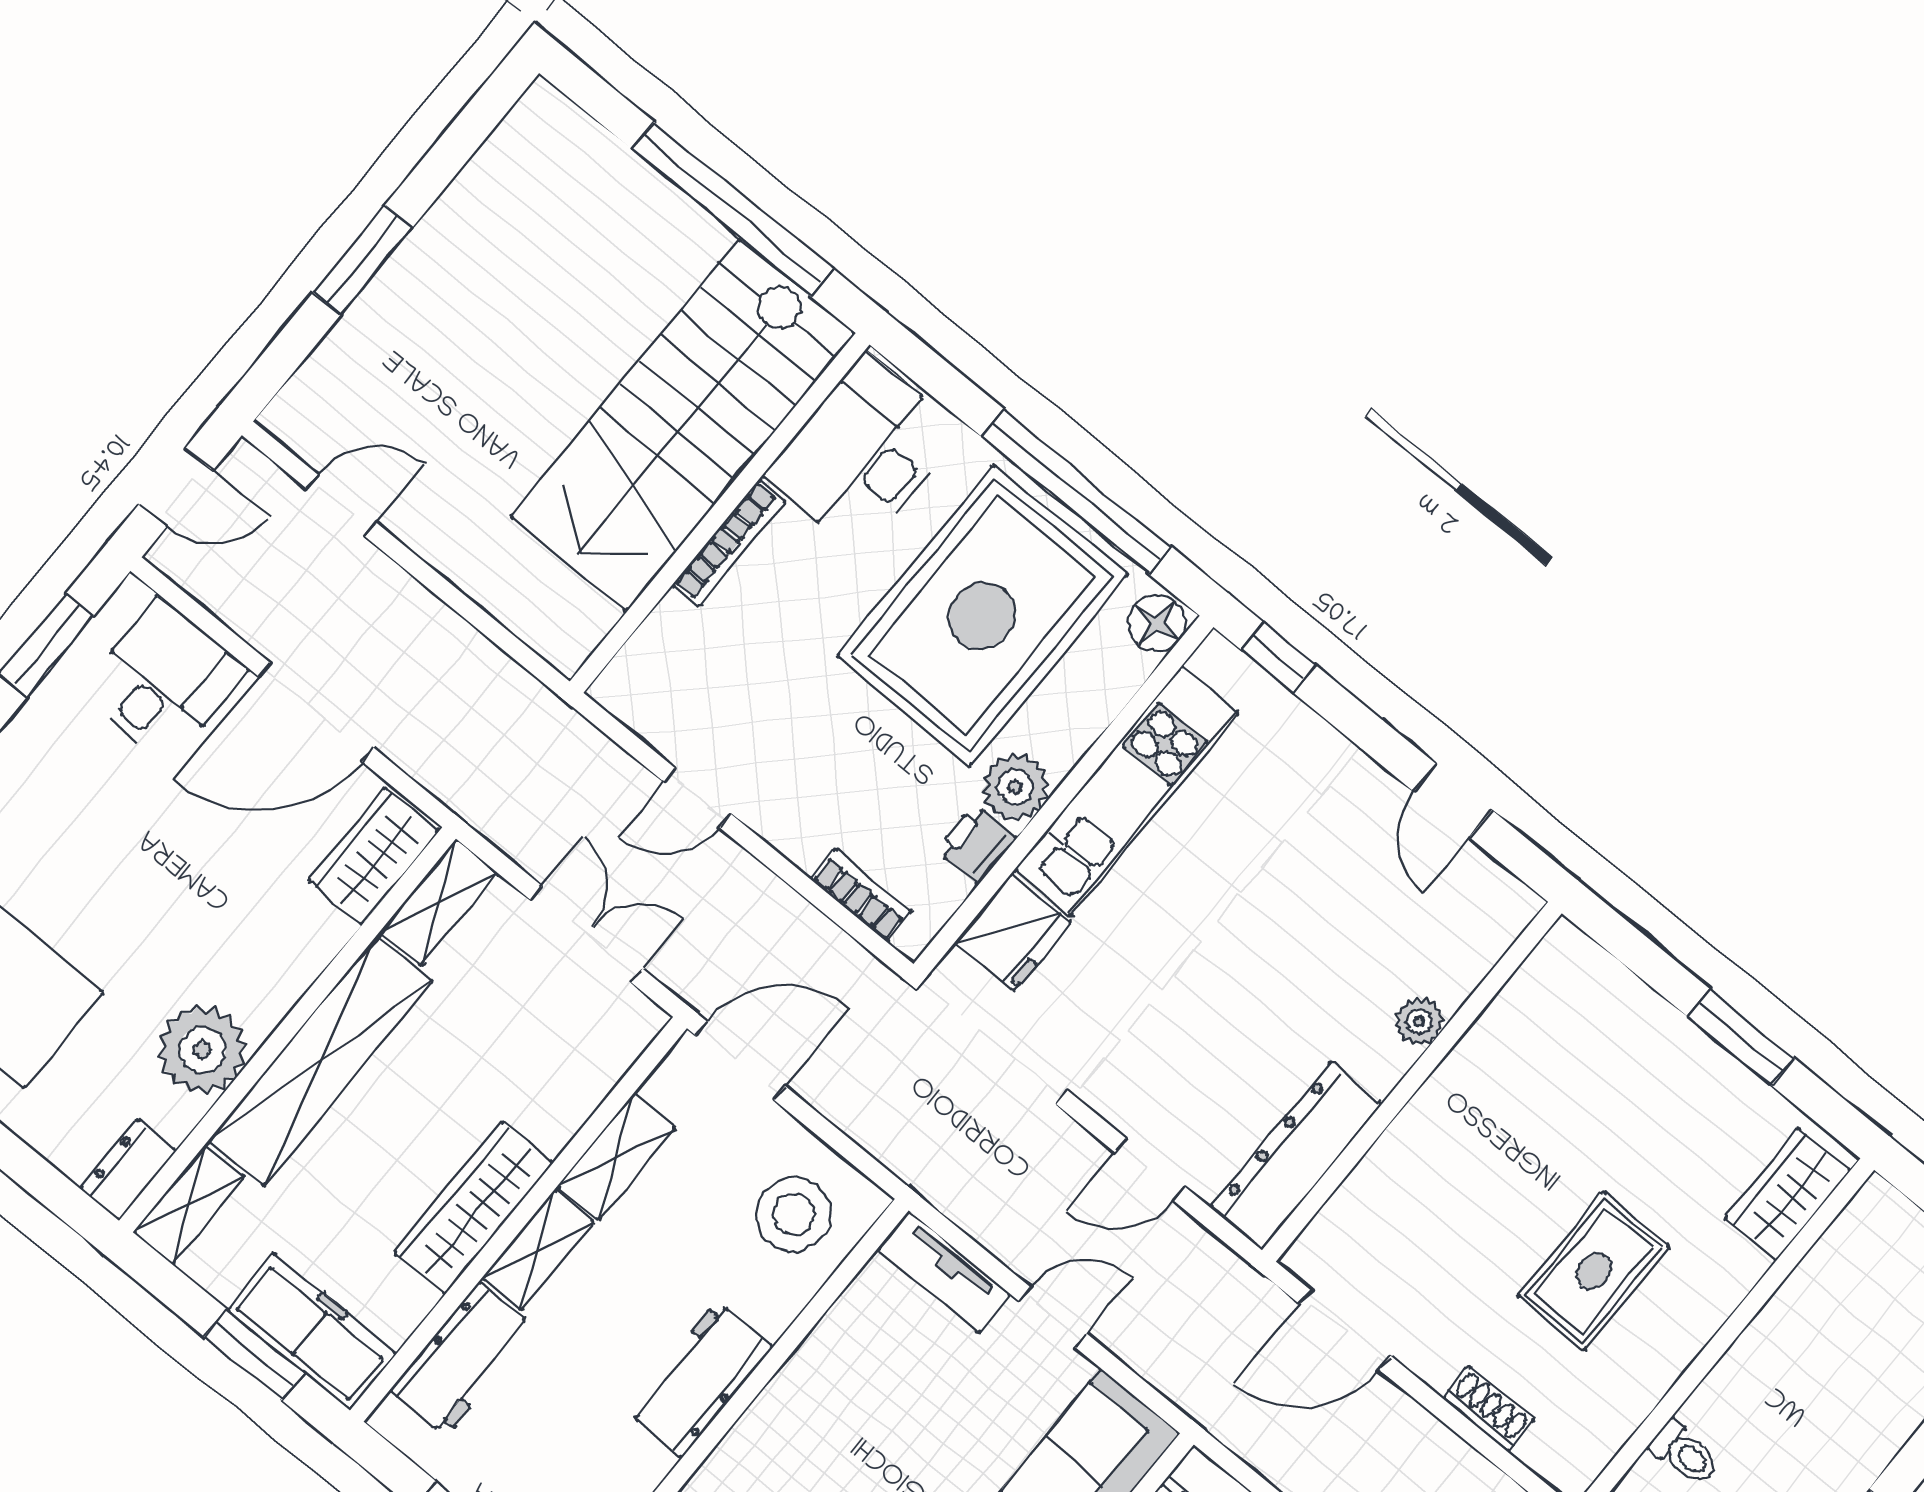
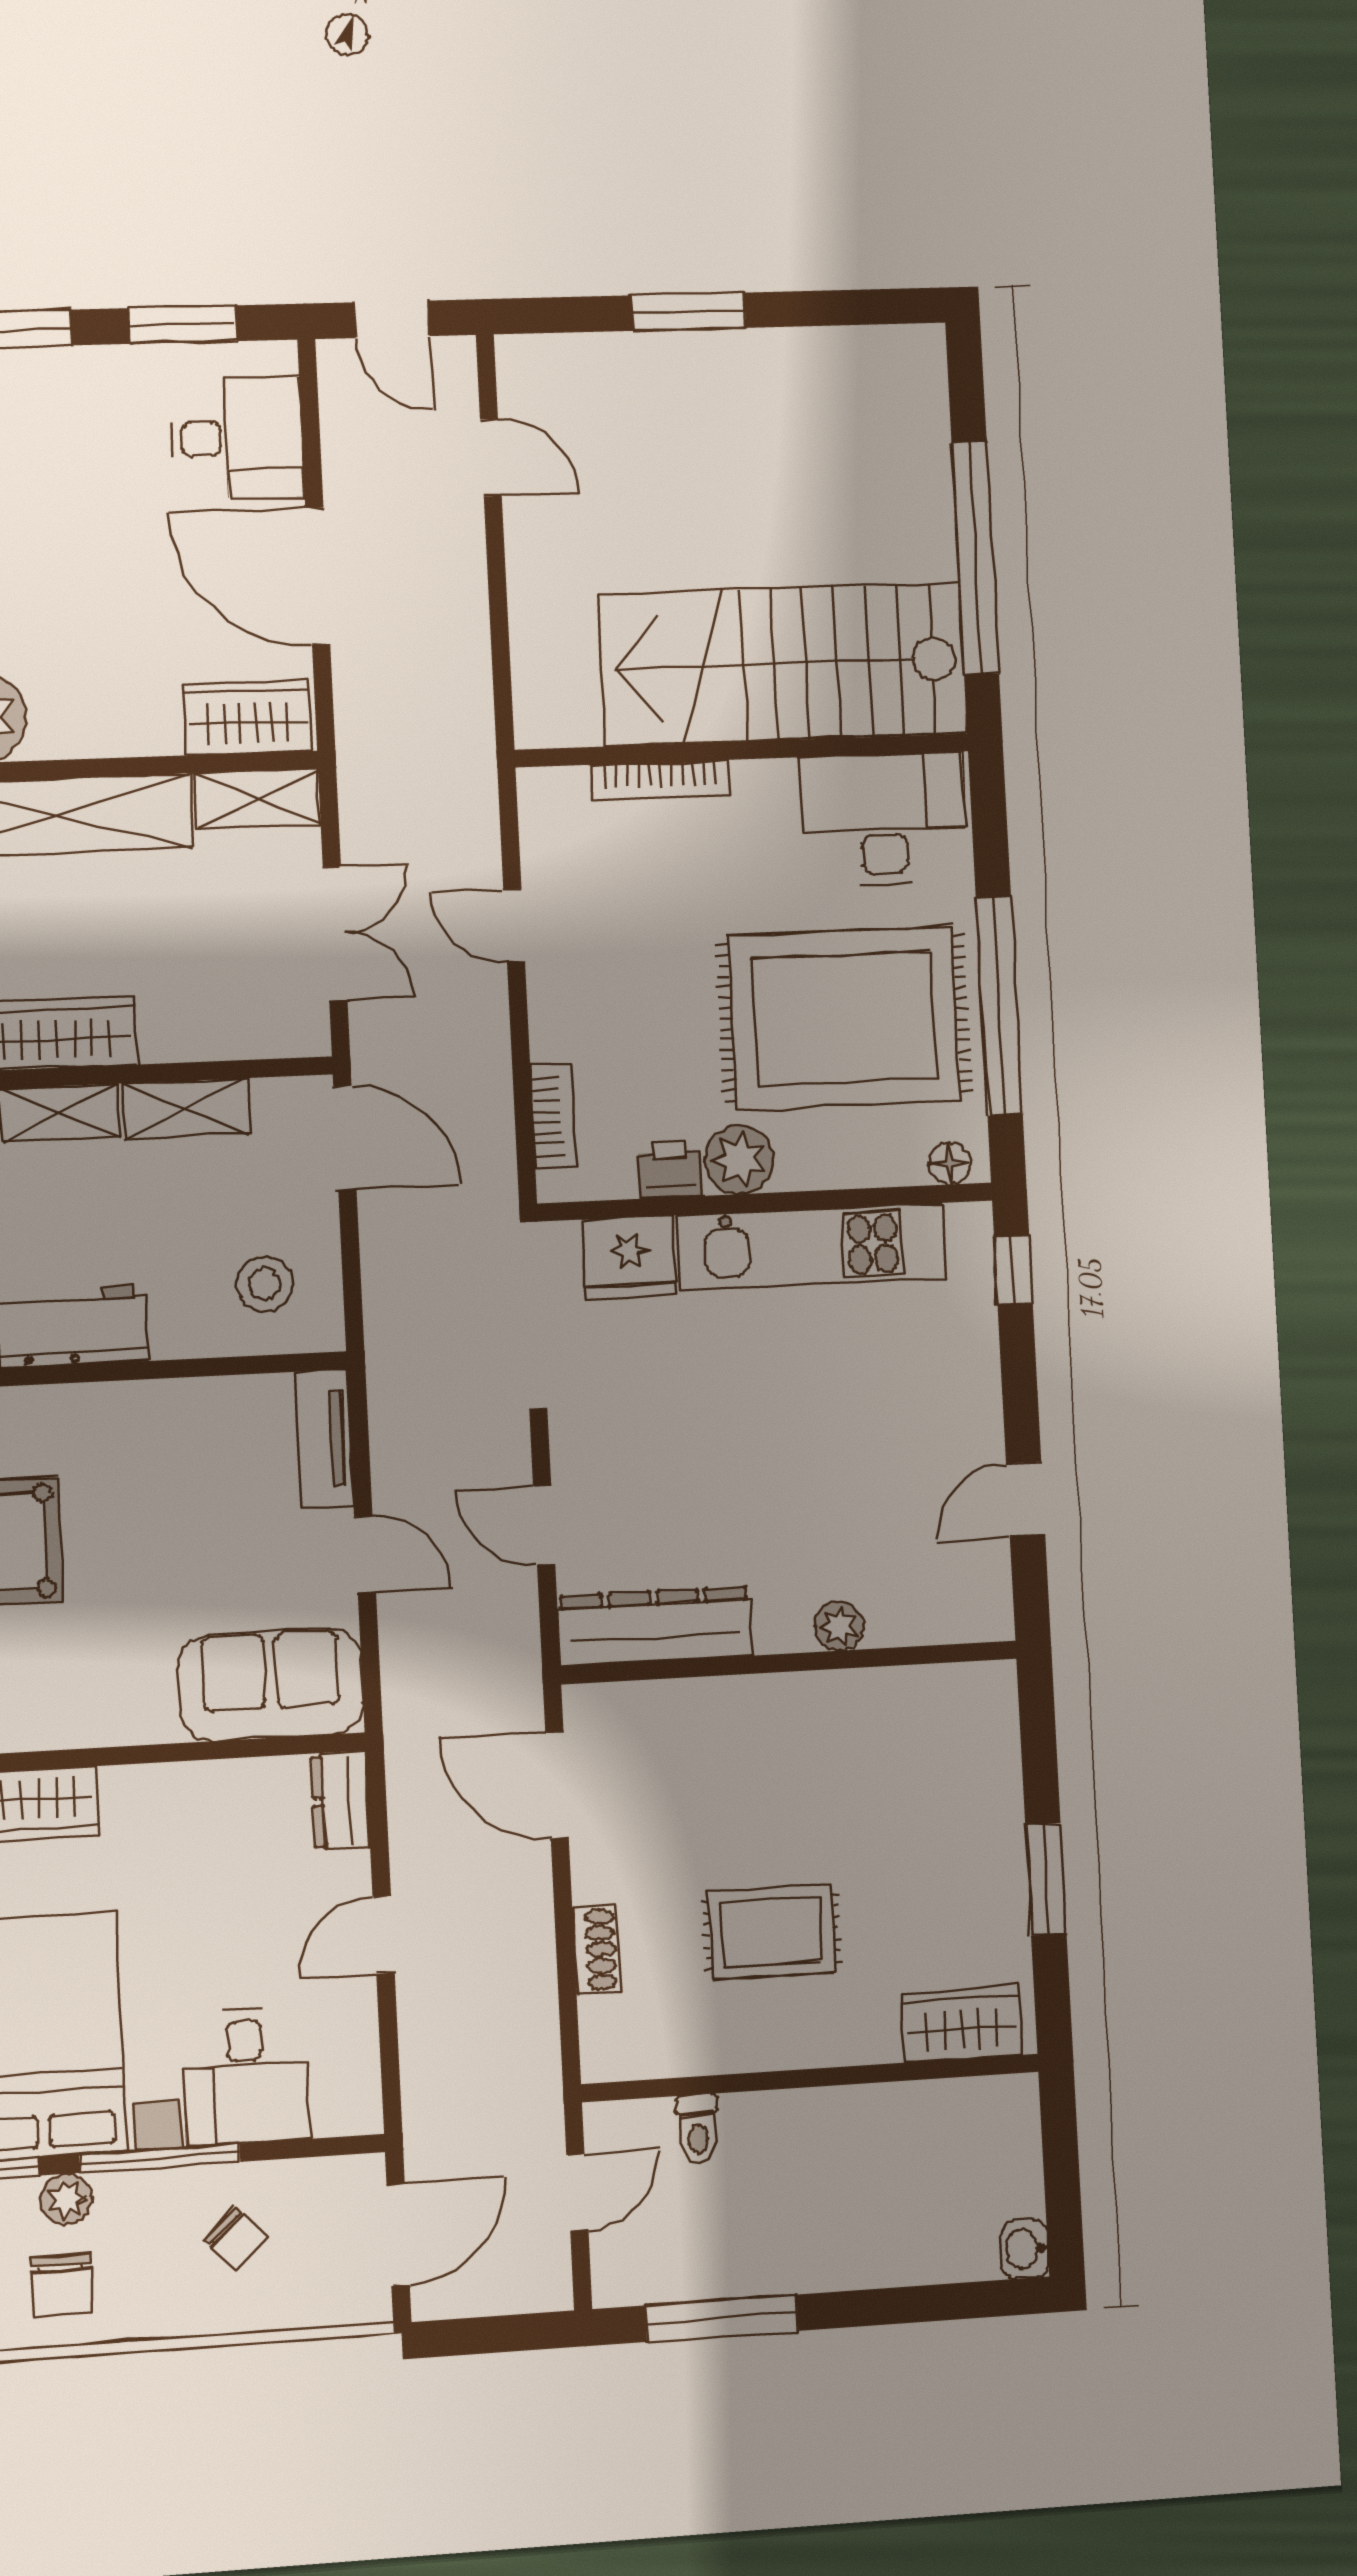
bookcase: (729, 543) -> (660, 780), moved
floor lamp: (1157, 623) -> (949, 1163), width x0.73, depth x0.73
stool: (793, 1214) -> (265, 1284), width x0.73, depth x0.73

